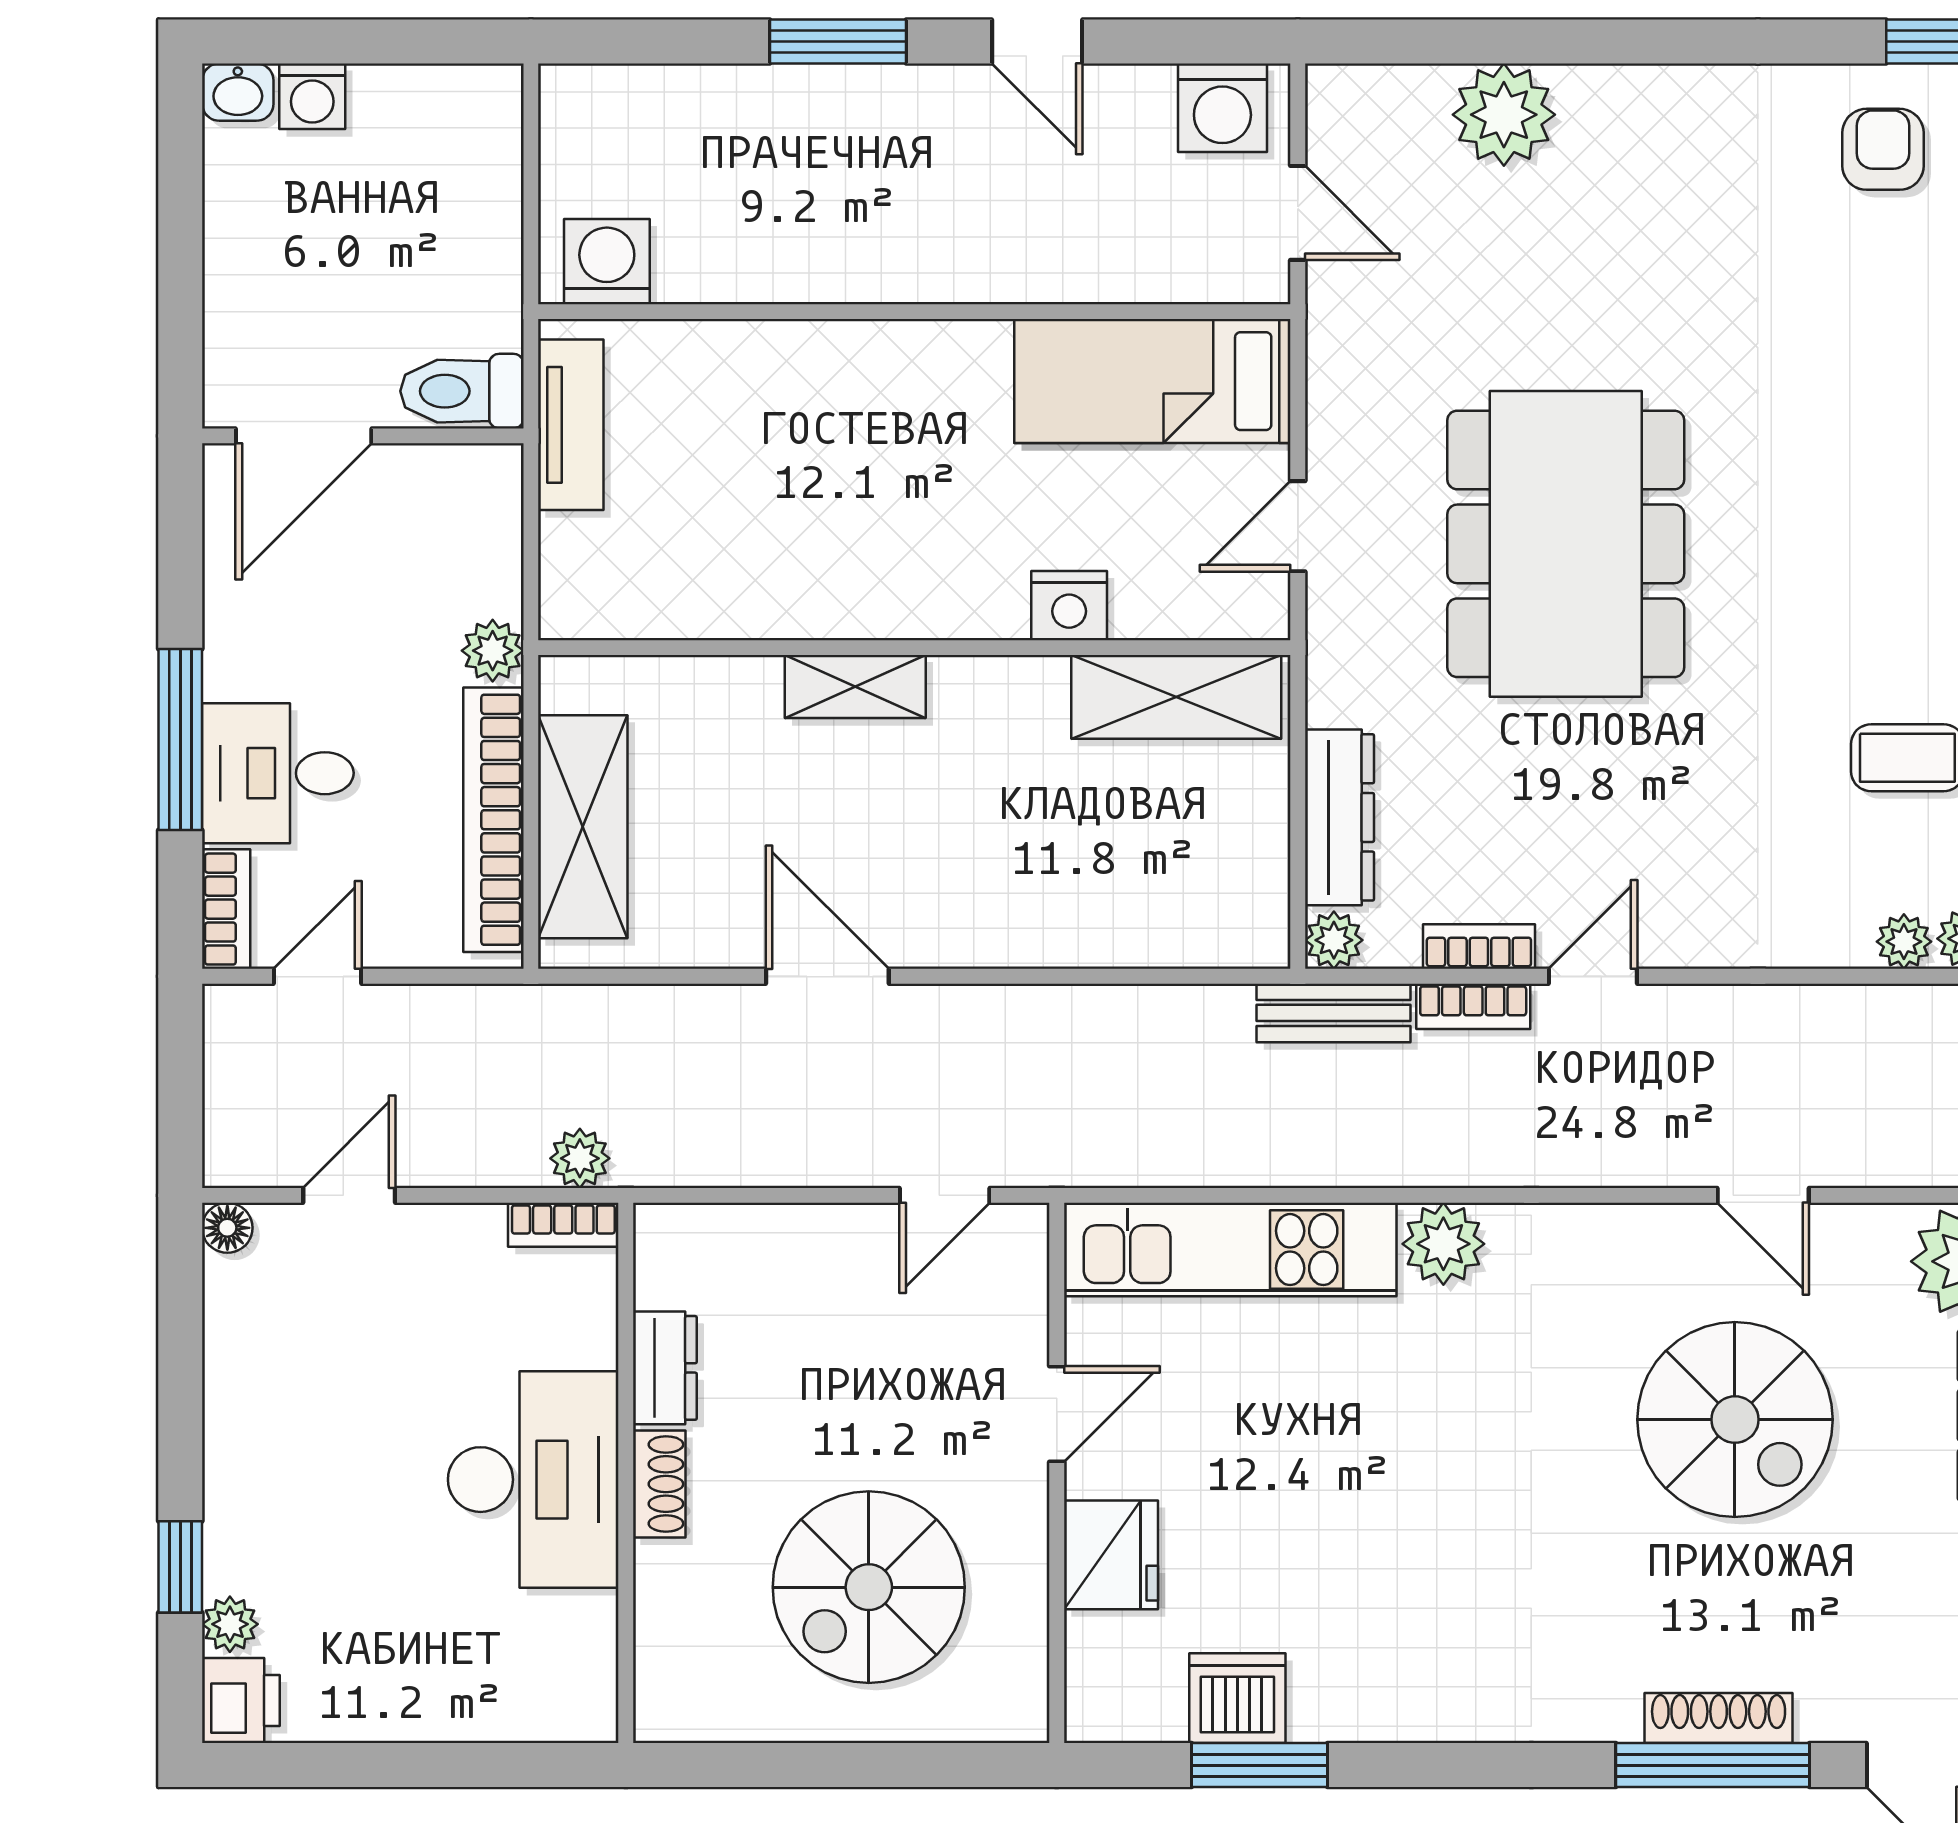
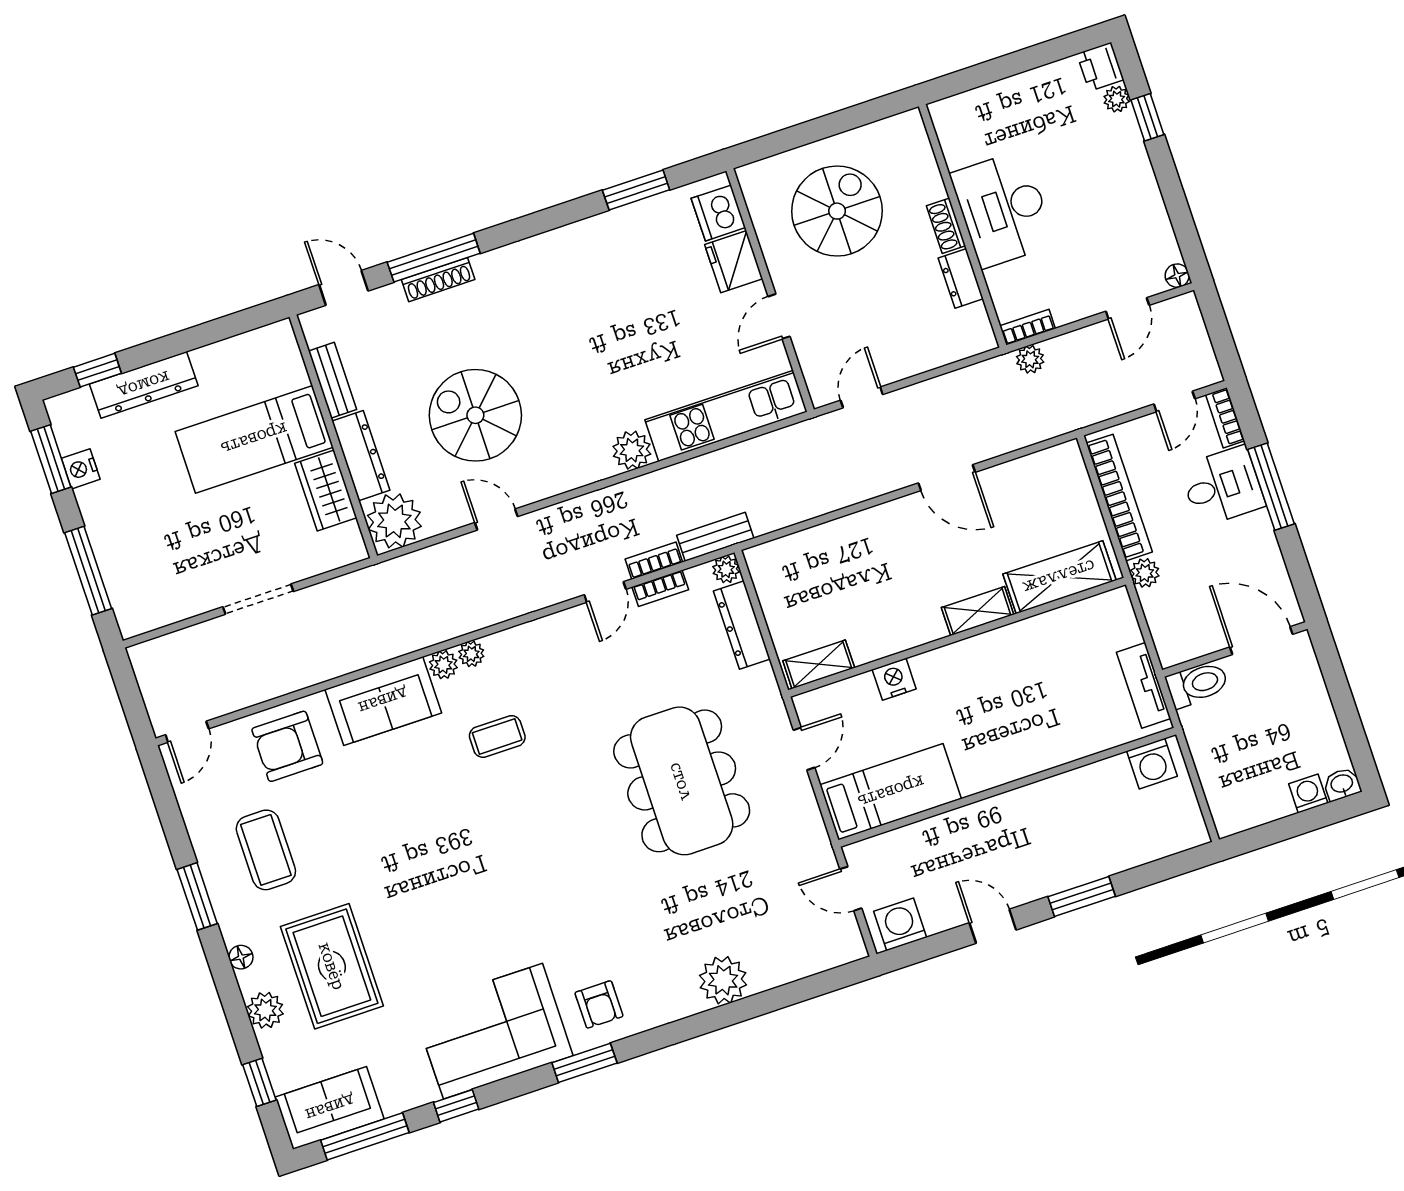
plant: (1504, 115) -> (723, 980), moved
door: (304, 436) -> (1261, 641), hinge flipped
shelving: (1176, 697) -> (819, 664), width x0.67, depth x0.75
shelving: (583, 827) -> (1059, 577), moved, turned 90
dishwasher: (1237, 1698) -> (718, 213), moved, turned 90

